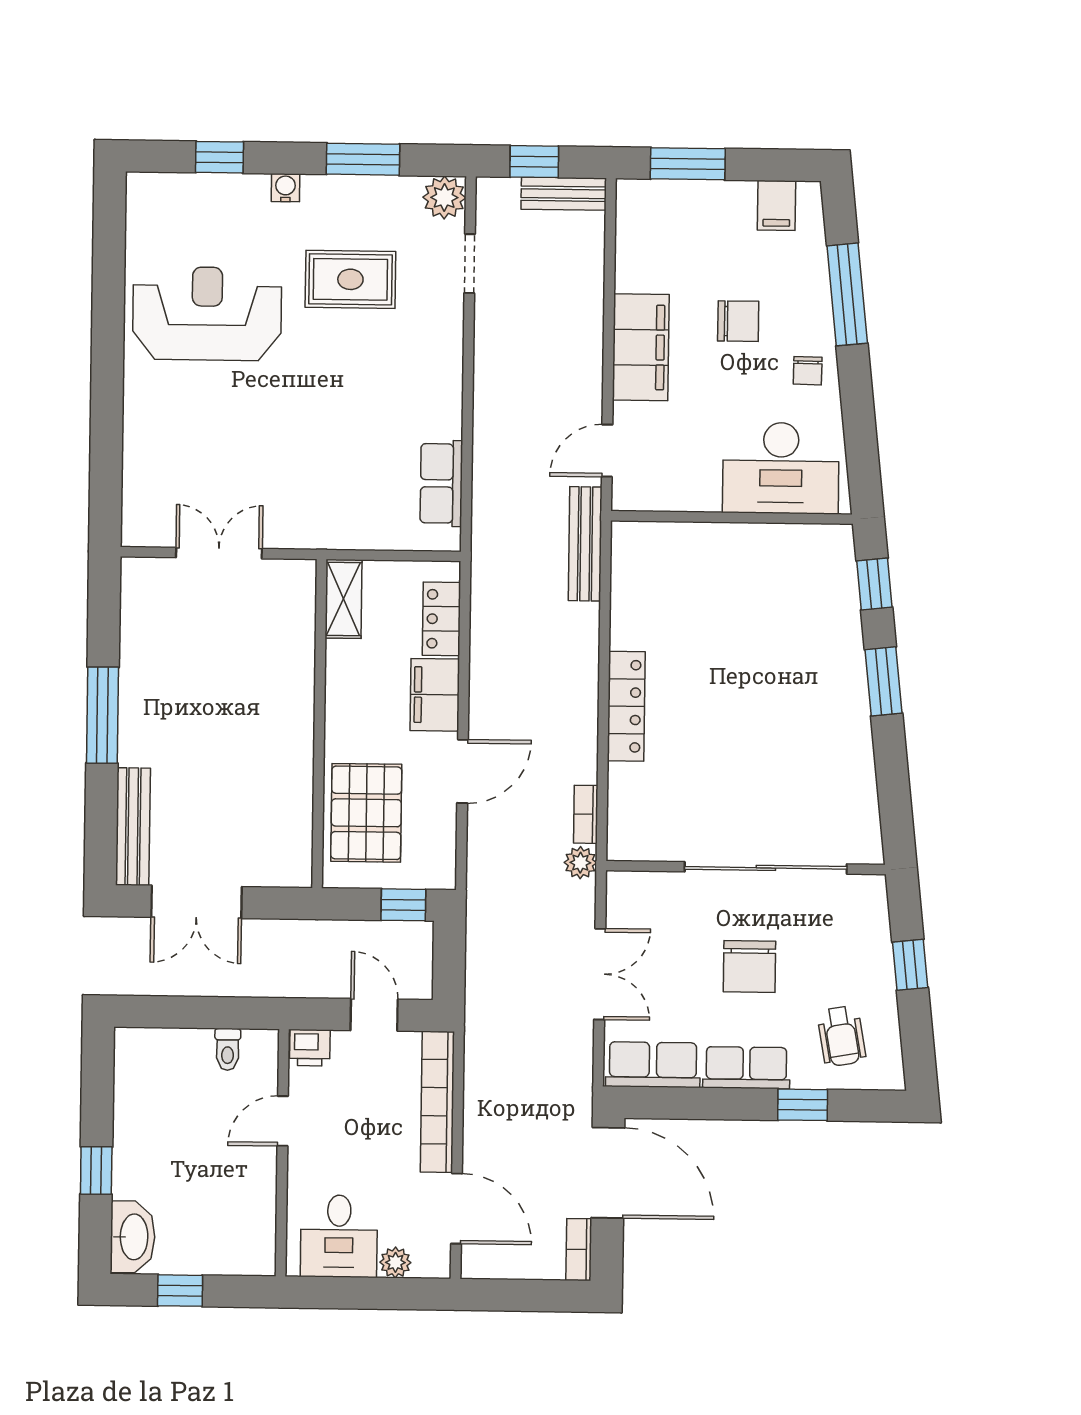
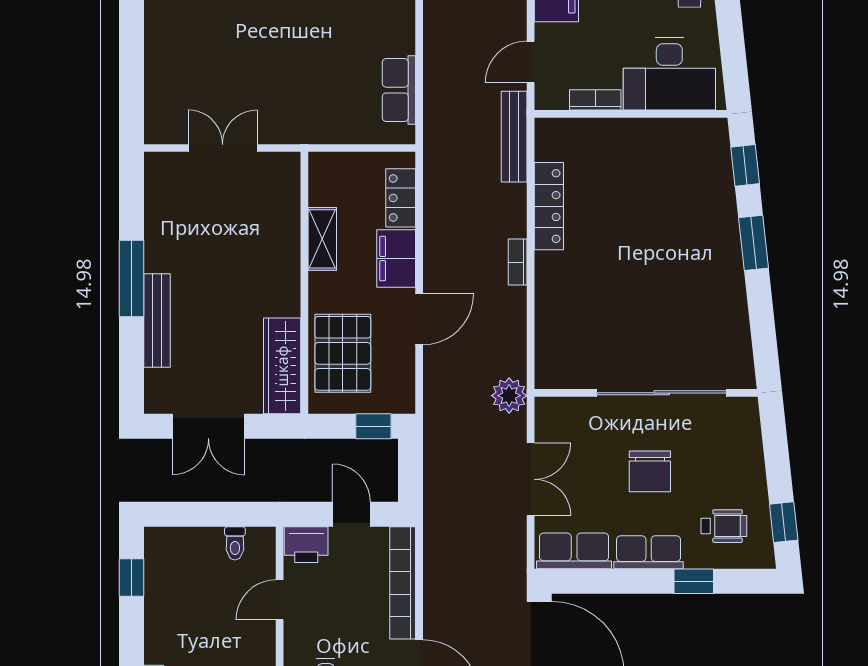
bookcase: (687, 499) -> (595, 100), added
shelving: (344, 599) -> (322, 239), moved
locker: (626, 706) -> (549, 206), moved
bookcase: (586, 814) -> (518, 262), moved
bench: (133, 827) -> (157, 320), moved
wardrobe: (290, 828) -> (282, 366), added
plant: (580, 863) -> (509, 396), width x1.38, depth x1.38
window: (910, 965) -> (784, 522), moved
wheelchair: (841, 1036) -> (724, 526), turned -80
printer: (310, 1048) -> (306, 545), width x1.36, depth x1.24
window: (96, 1170) -> (132, 577), moved

